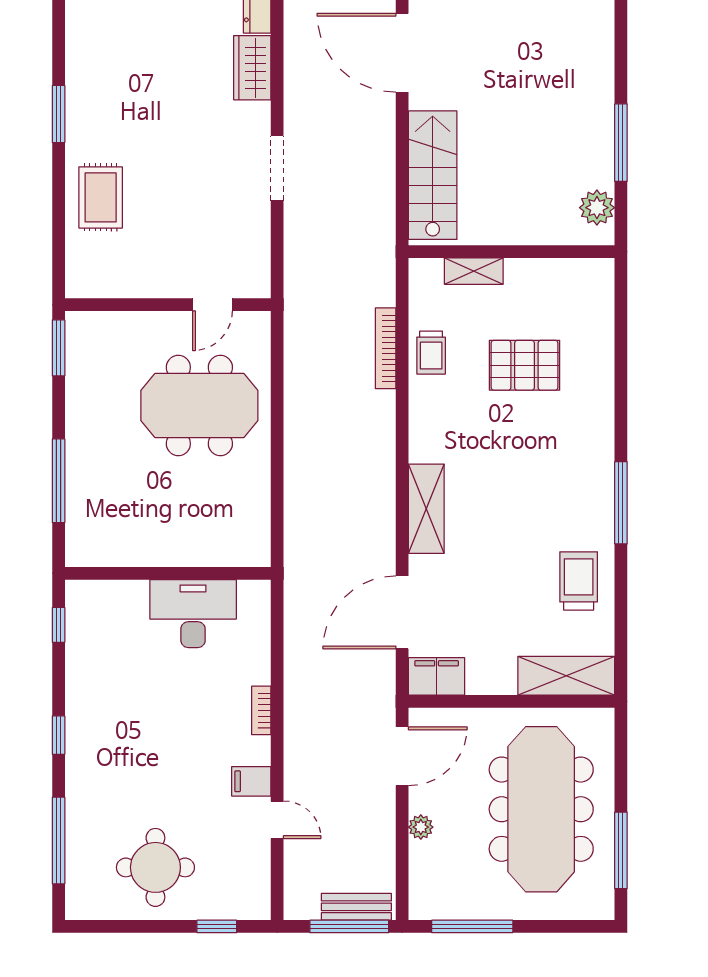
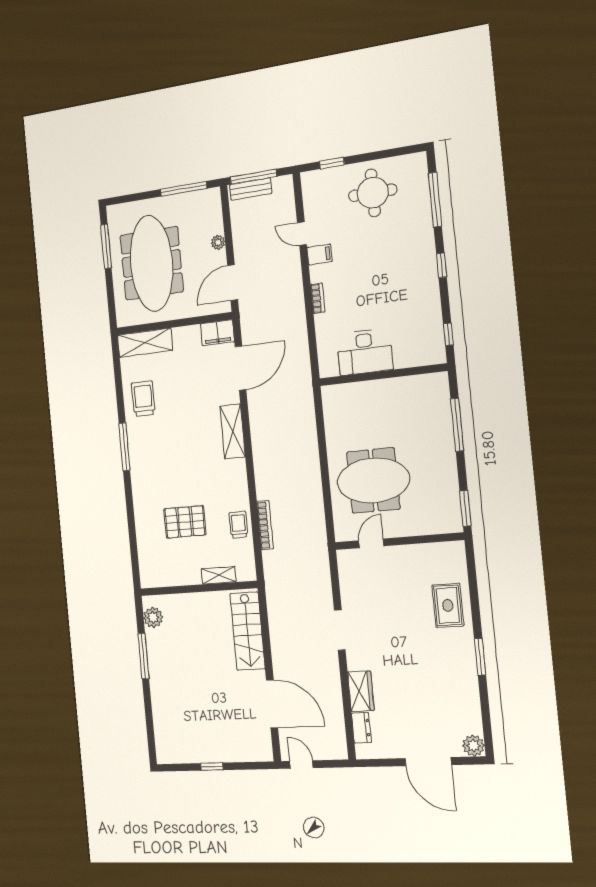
trolley: (579, 581) -> (143, 399), turned 180

